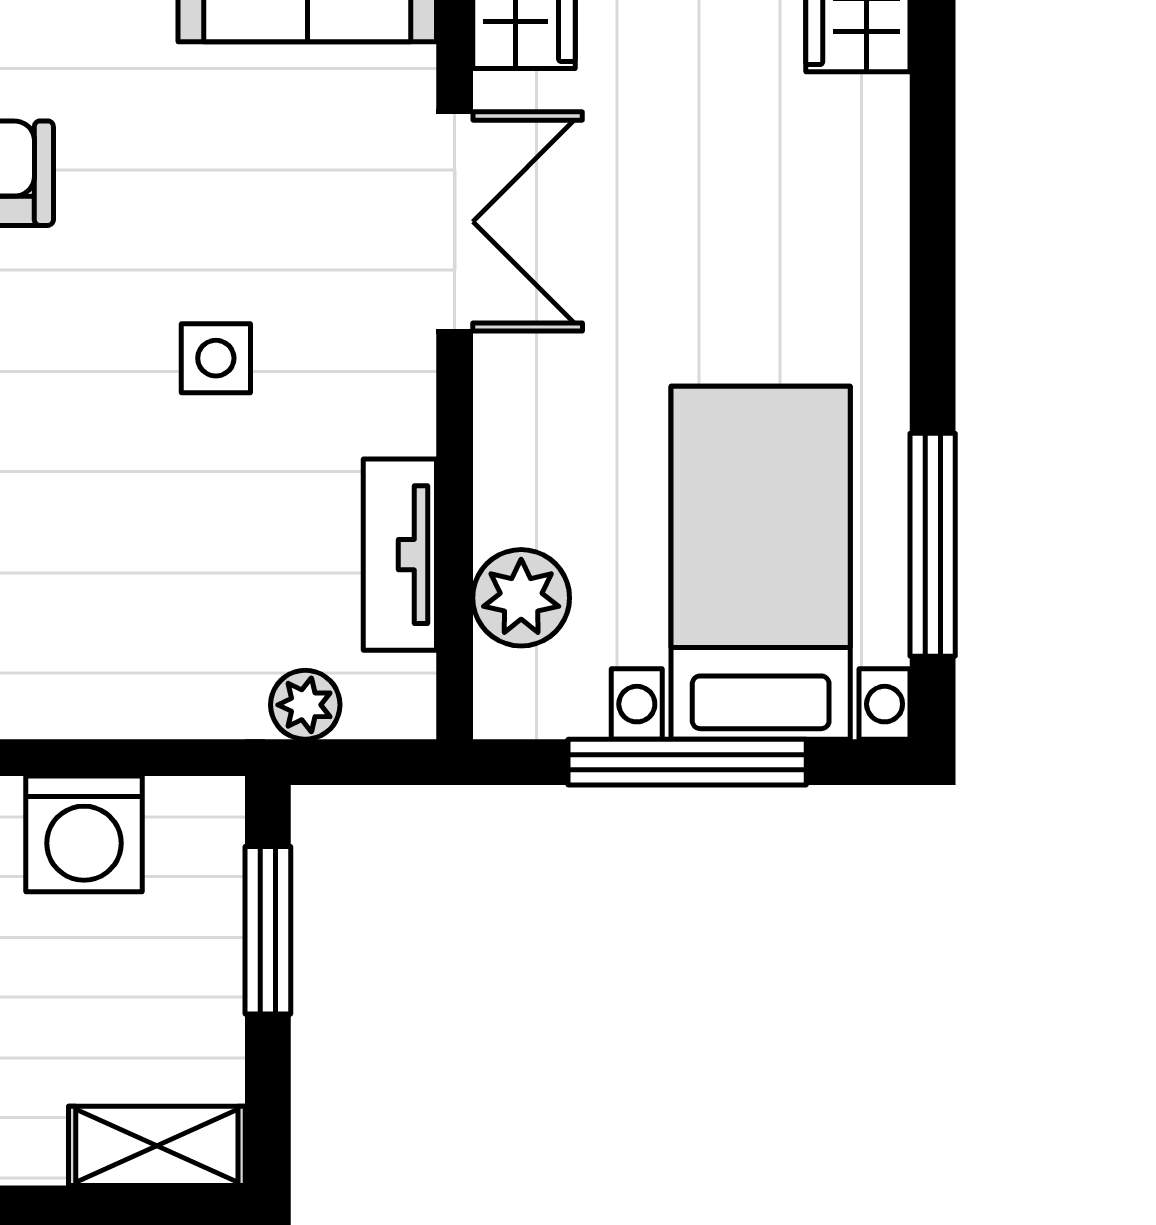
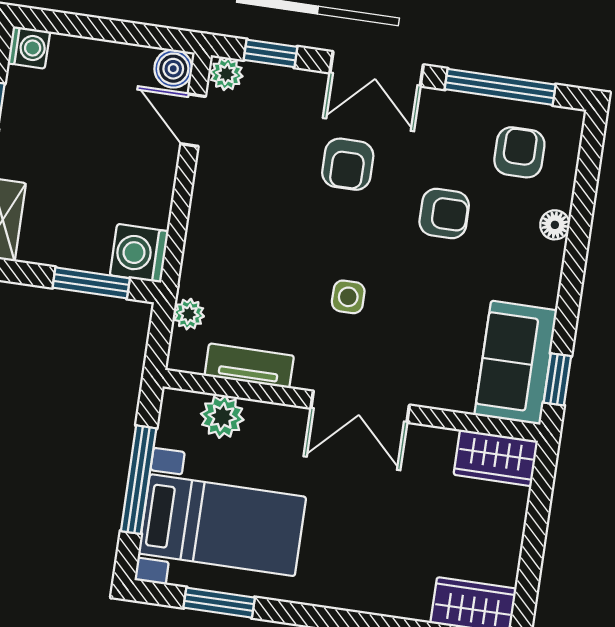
double door: (455, 222) -> (360, 407), moved
window: (933, 545) -> (219, 603), width x0.69
washing machine: (84, 834) -> (139, 253), moved

